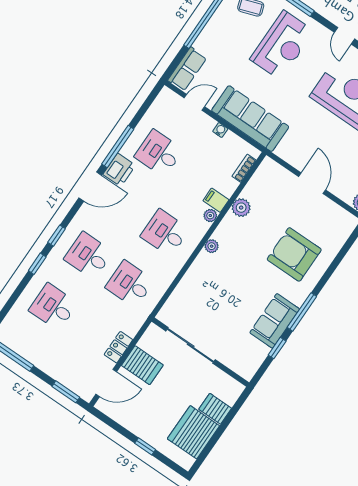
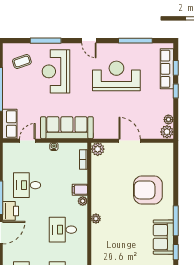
reception desk: (282, 45) -> (56, 71), turned 180
plant: (241, 208) -> (98, 149), moved

